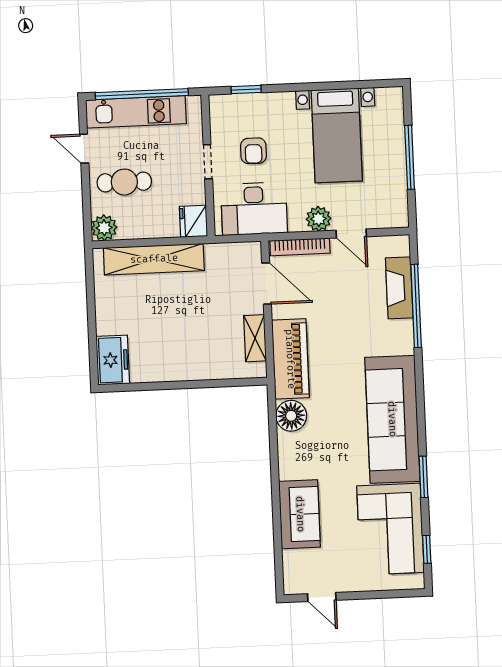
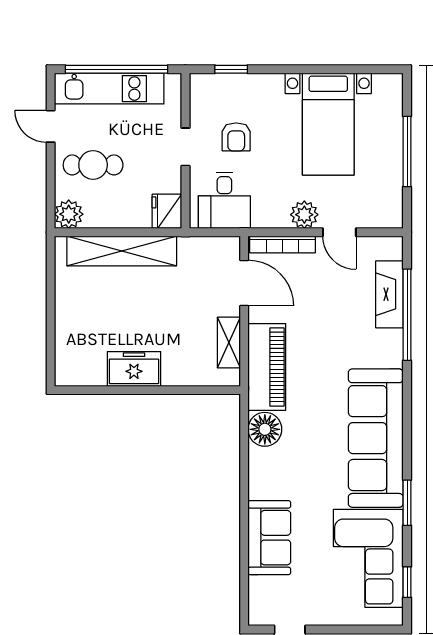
desk: (254, 209) -> (224, 200), width x0.73
freezer: (113, 360) -> (134, 369), moved, turned -90

